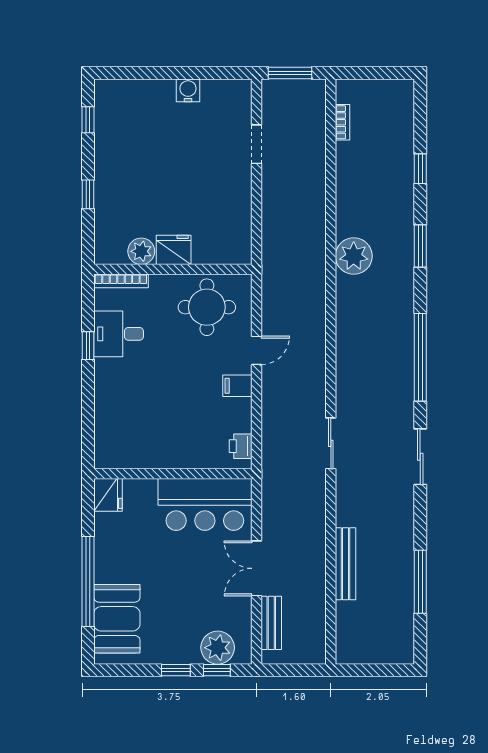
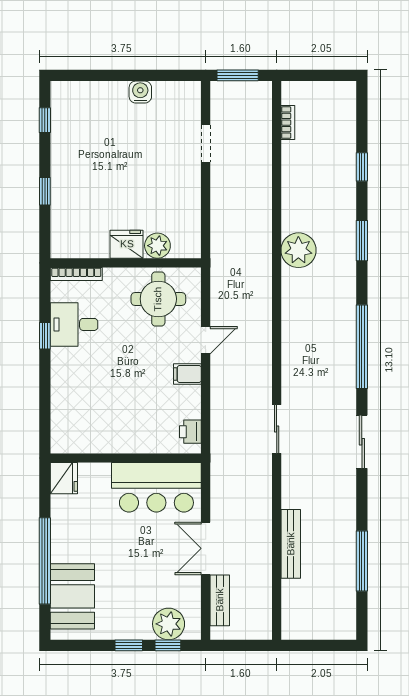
plant: (141, 251) -> (157, 246), moved

